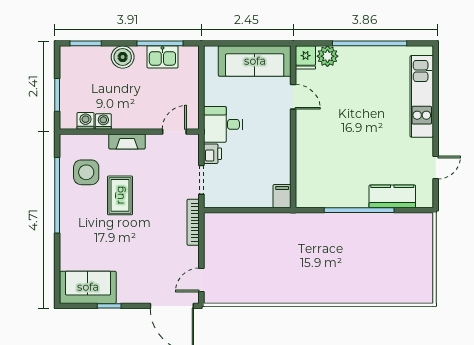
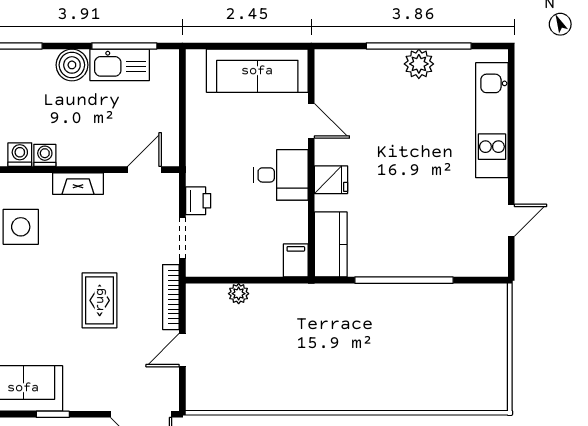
plant: (327, 56) -> (419, 64), moved
kitchen sink: (162, 57) -> (120, 65), width x1.38
fridge: (306, 57) -> (331, 180), moved, turned -90
desk: (223, 124) -> (281, 175), moved, turned 180
rug: (120, 195) -> (100, 300), moved
kitchen counter: (392, 196) -> (331, 244), moved, turned 90
plant: (241, 220) -> (239, 294), added
door: (201, 280) -> (182, 350), moved

